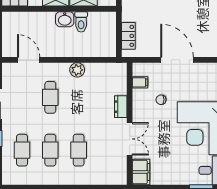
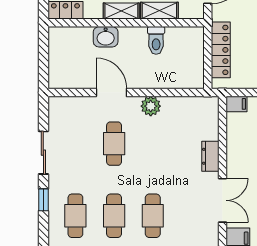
washbasin: (65, 19) -> (106, 37), moved
locker: (128, 36) -> (221, 50), width x1.53
door: (29, 60) -> (111, 92), moved
filing cabinet: (140, 82) -> (237, 104), moved

